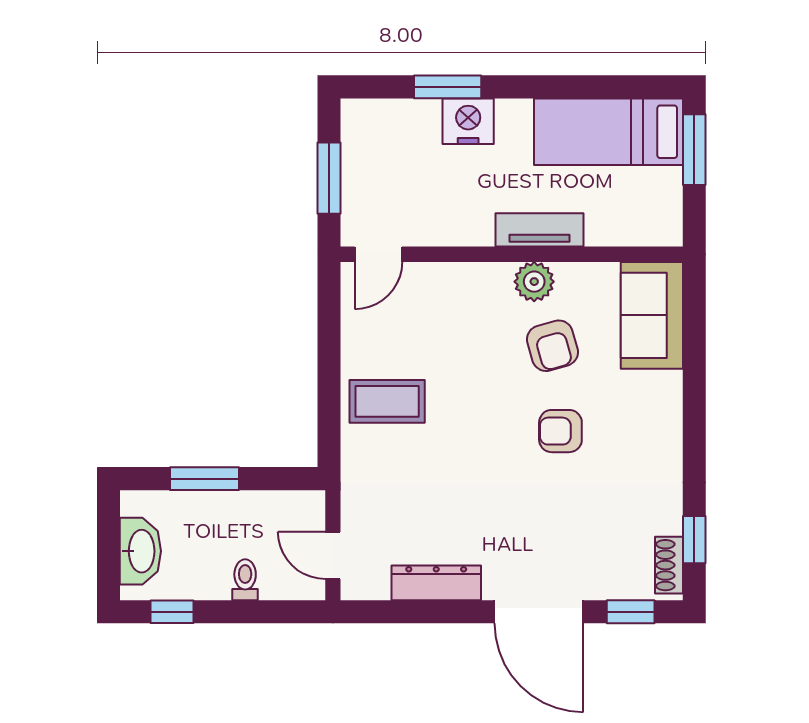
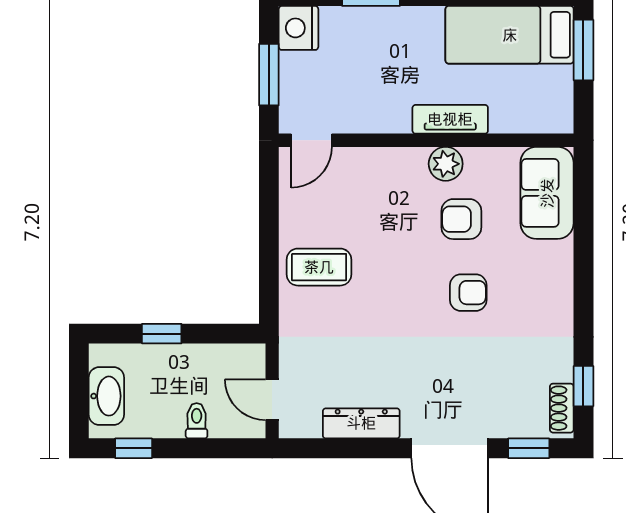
nightstand: (468, 121) -> (299, 28), moved, turned -90
armchair: (552, 346) -> (461, 219), turned 106
armchair: (560, 431) -> (468, 293), turned 180
window: (205, 479) -> (162, 334), width x0.67

